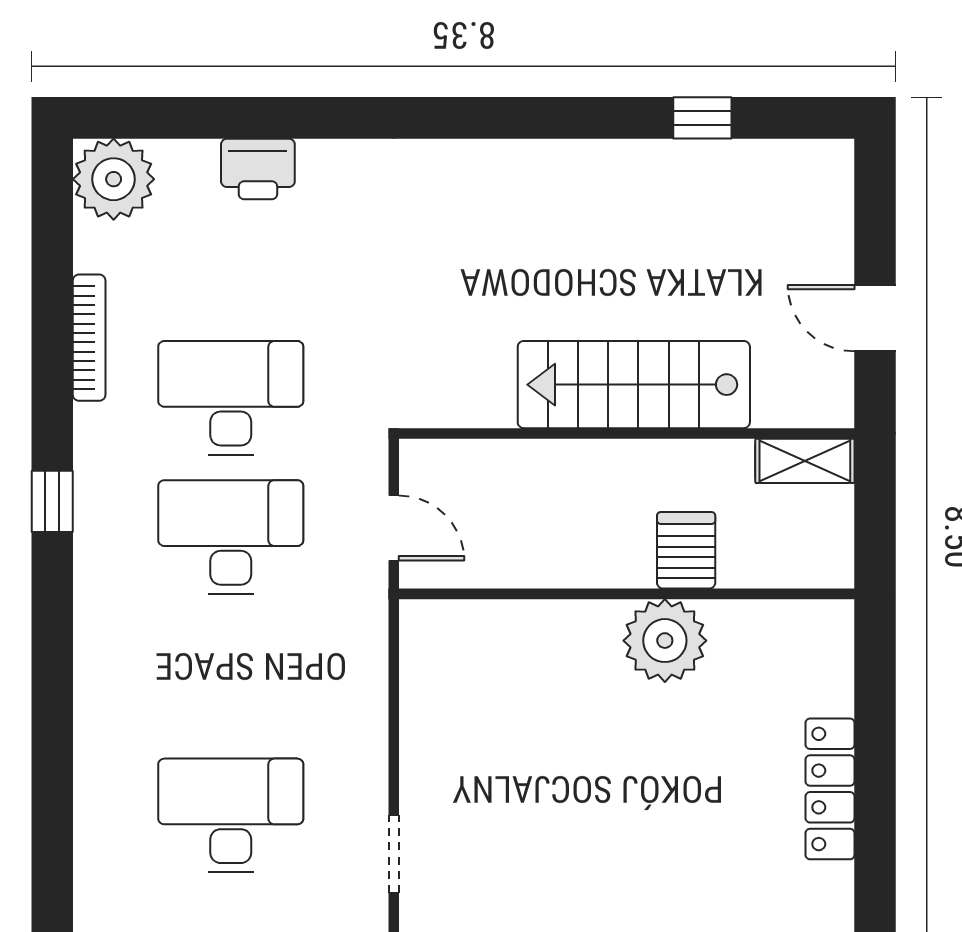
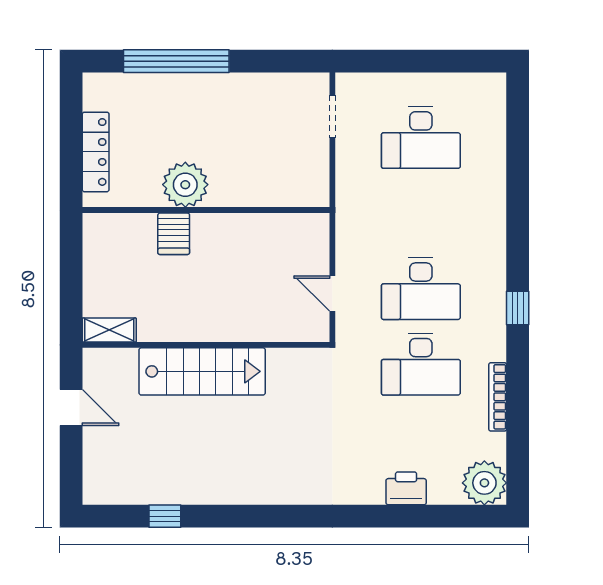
server rack: (686, 550) -> (174, 234), moved
wall: (627, 594) -> (206, 210), moved
plant: (665, 641) -> (185, 185), moved

